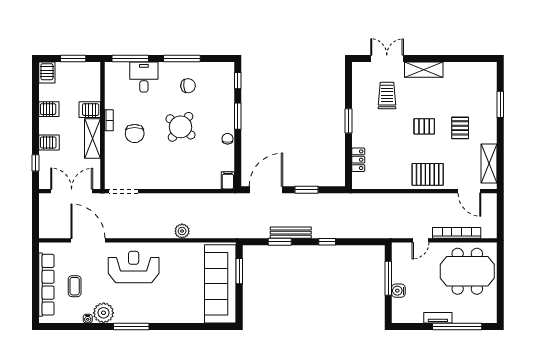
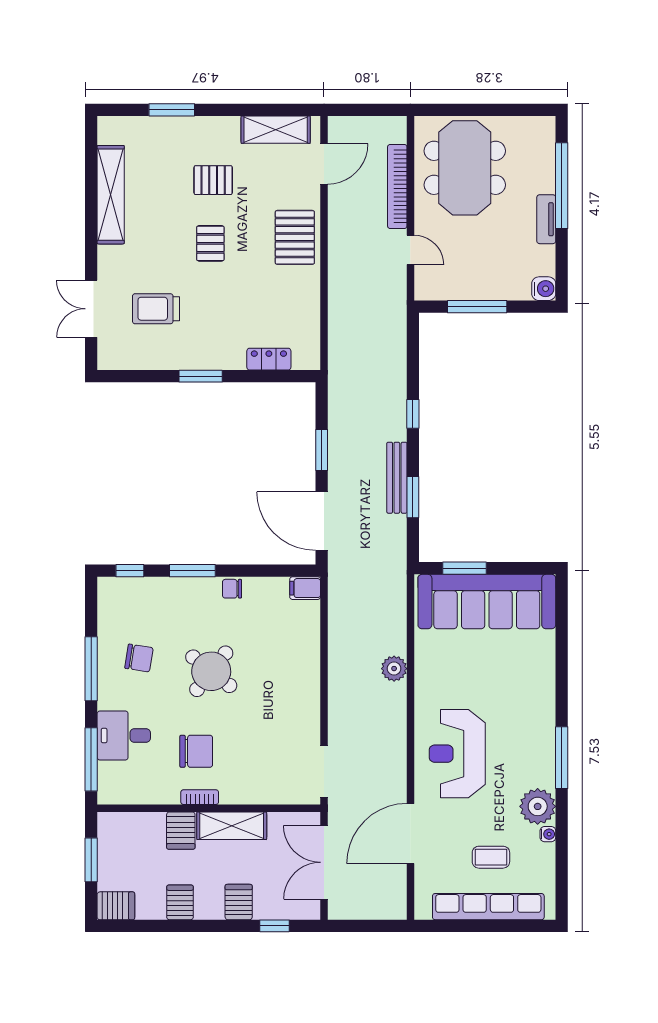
shelving: (424, 70) -> (111, 195), moved, width x1.47
chair: (188, 86) -> (139, 658), turned 106
chair: (135, 134) -> (196, 751), moved
water cooler: (398, 291) -> (544, 289), moved, turned -90

